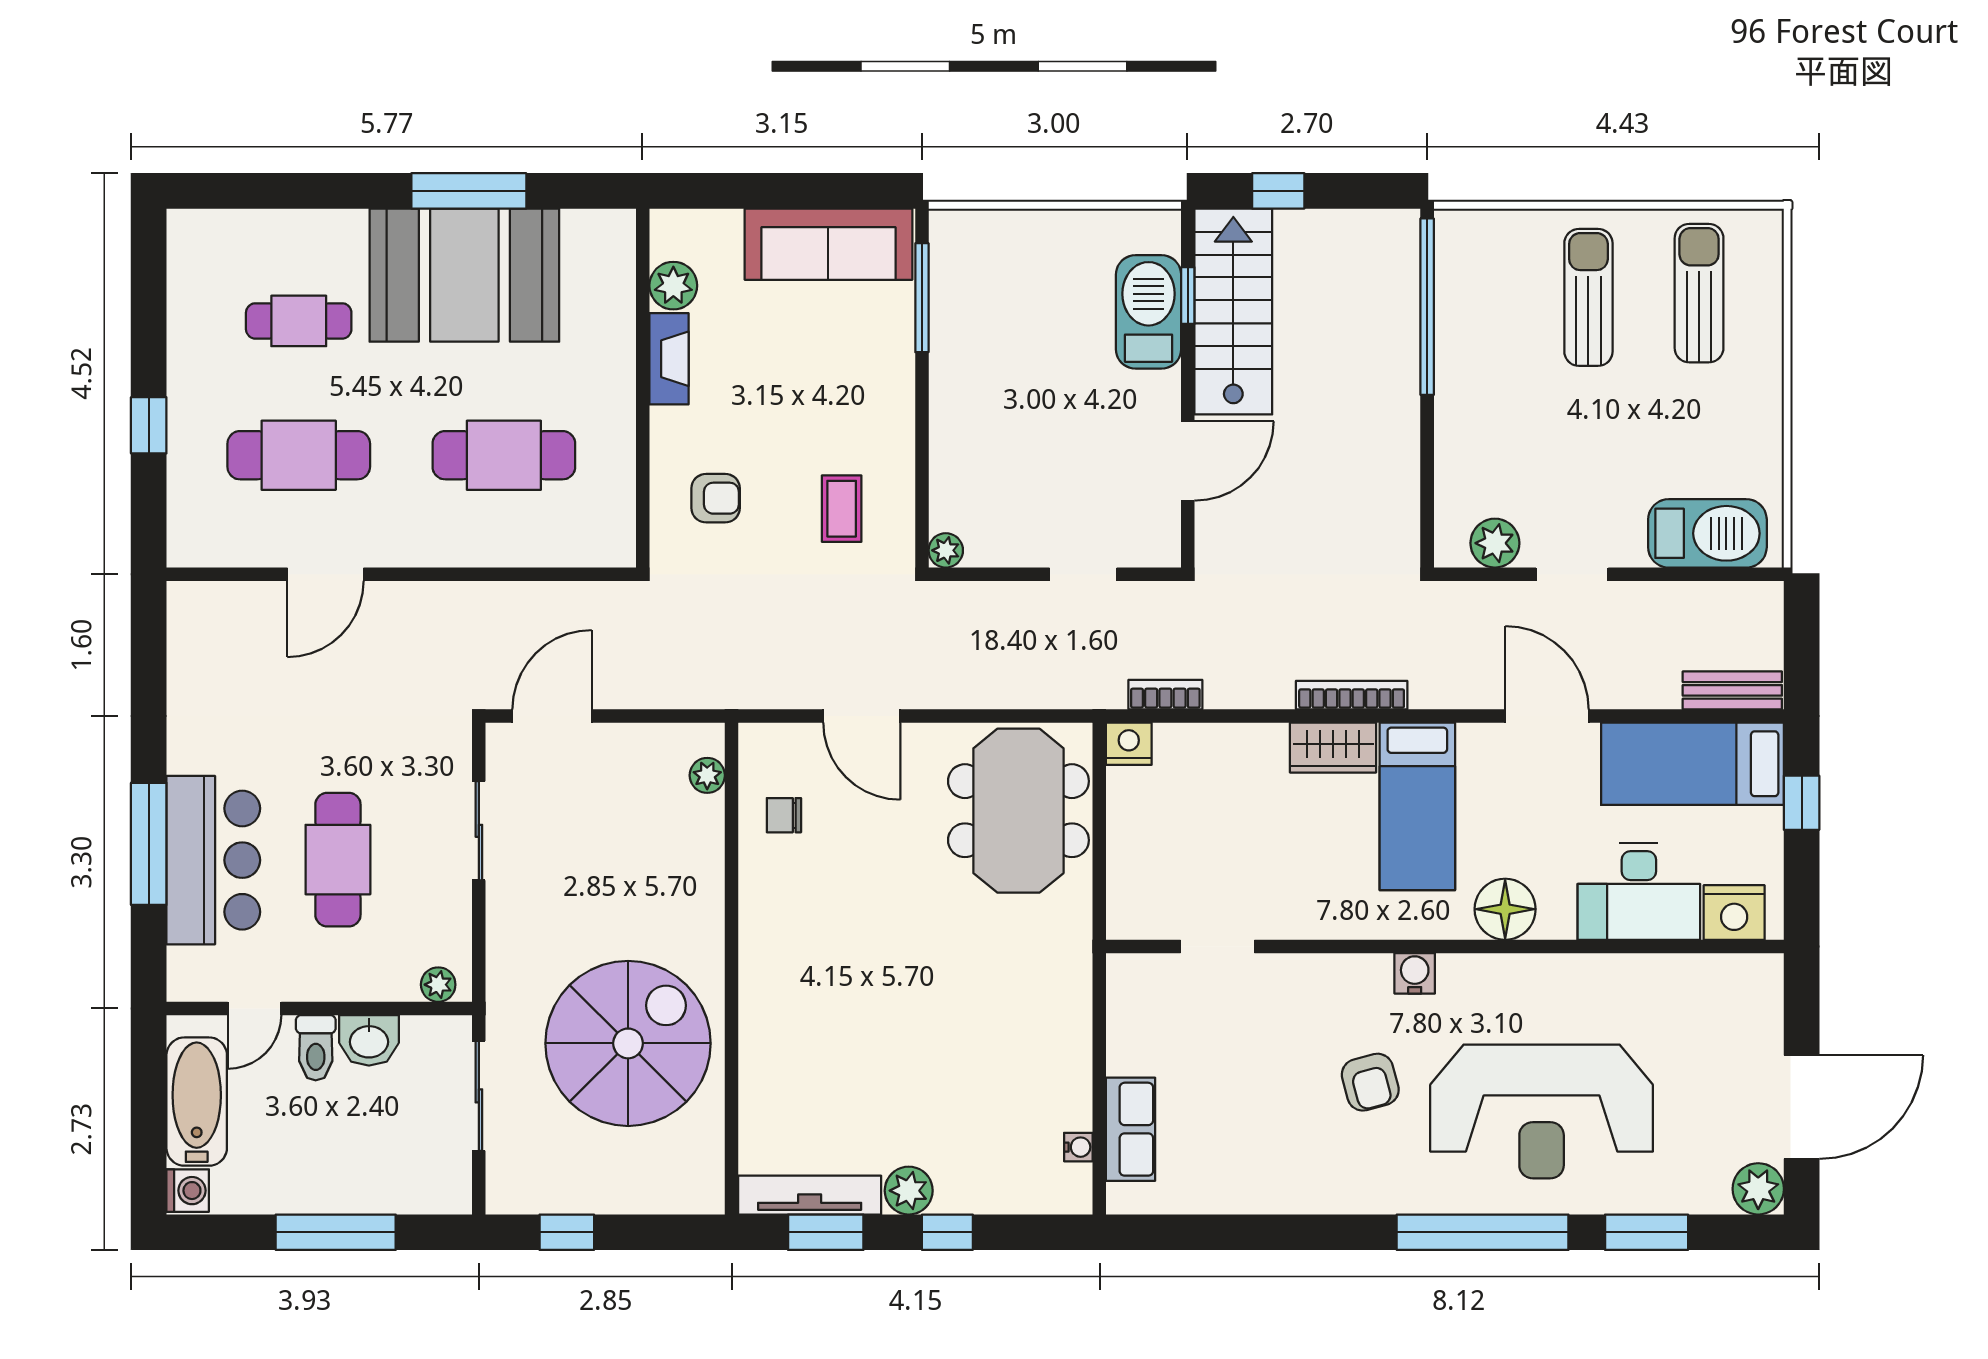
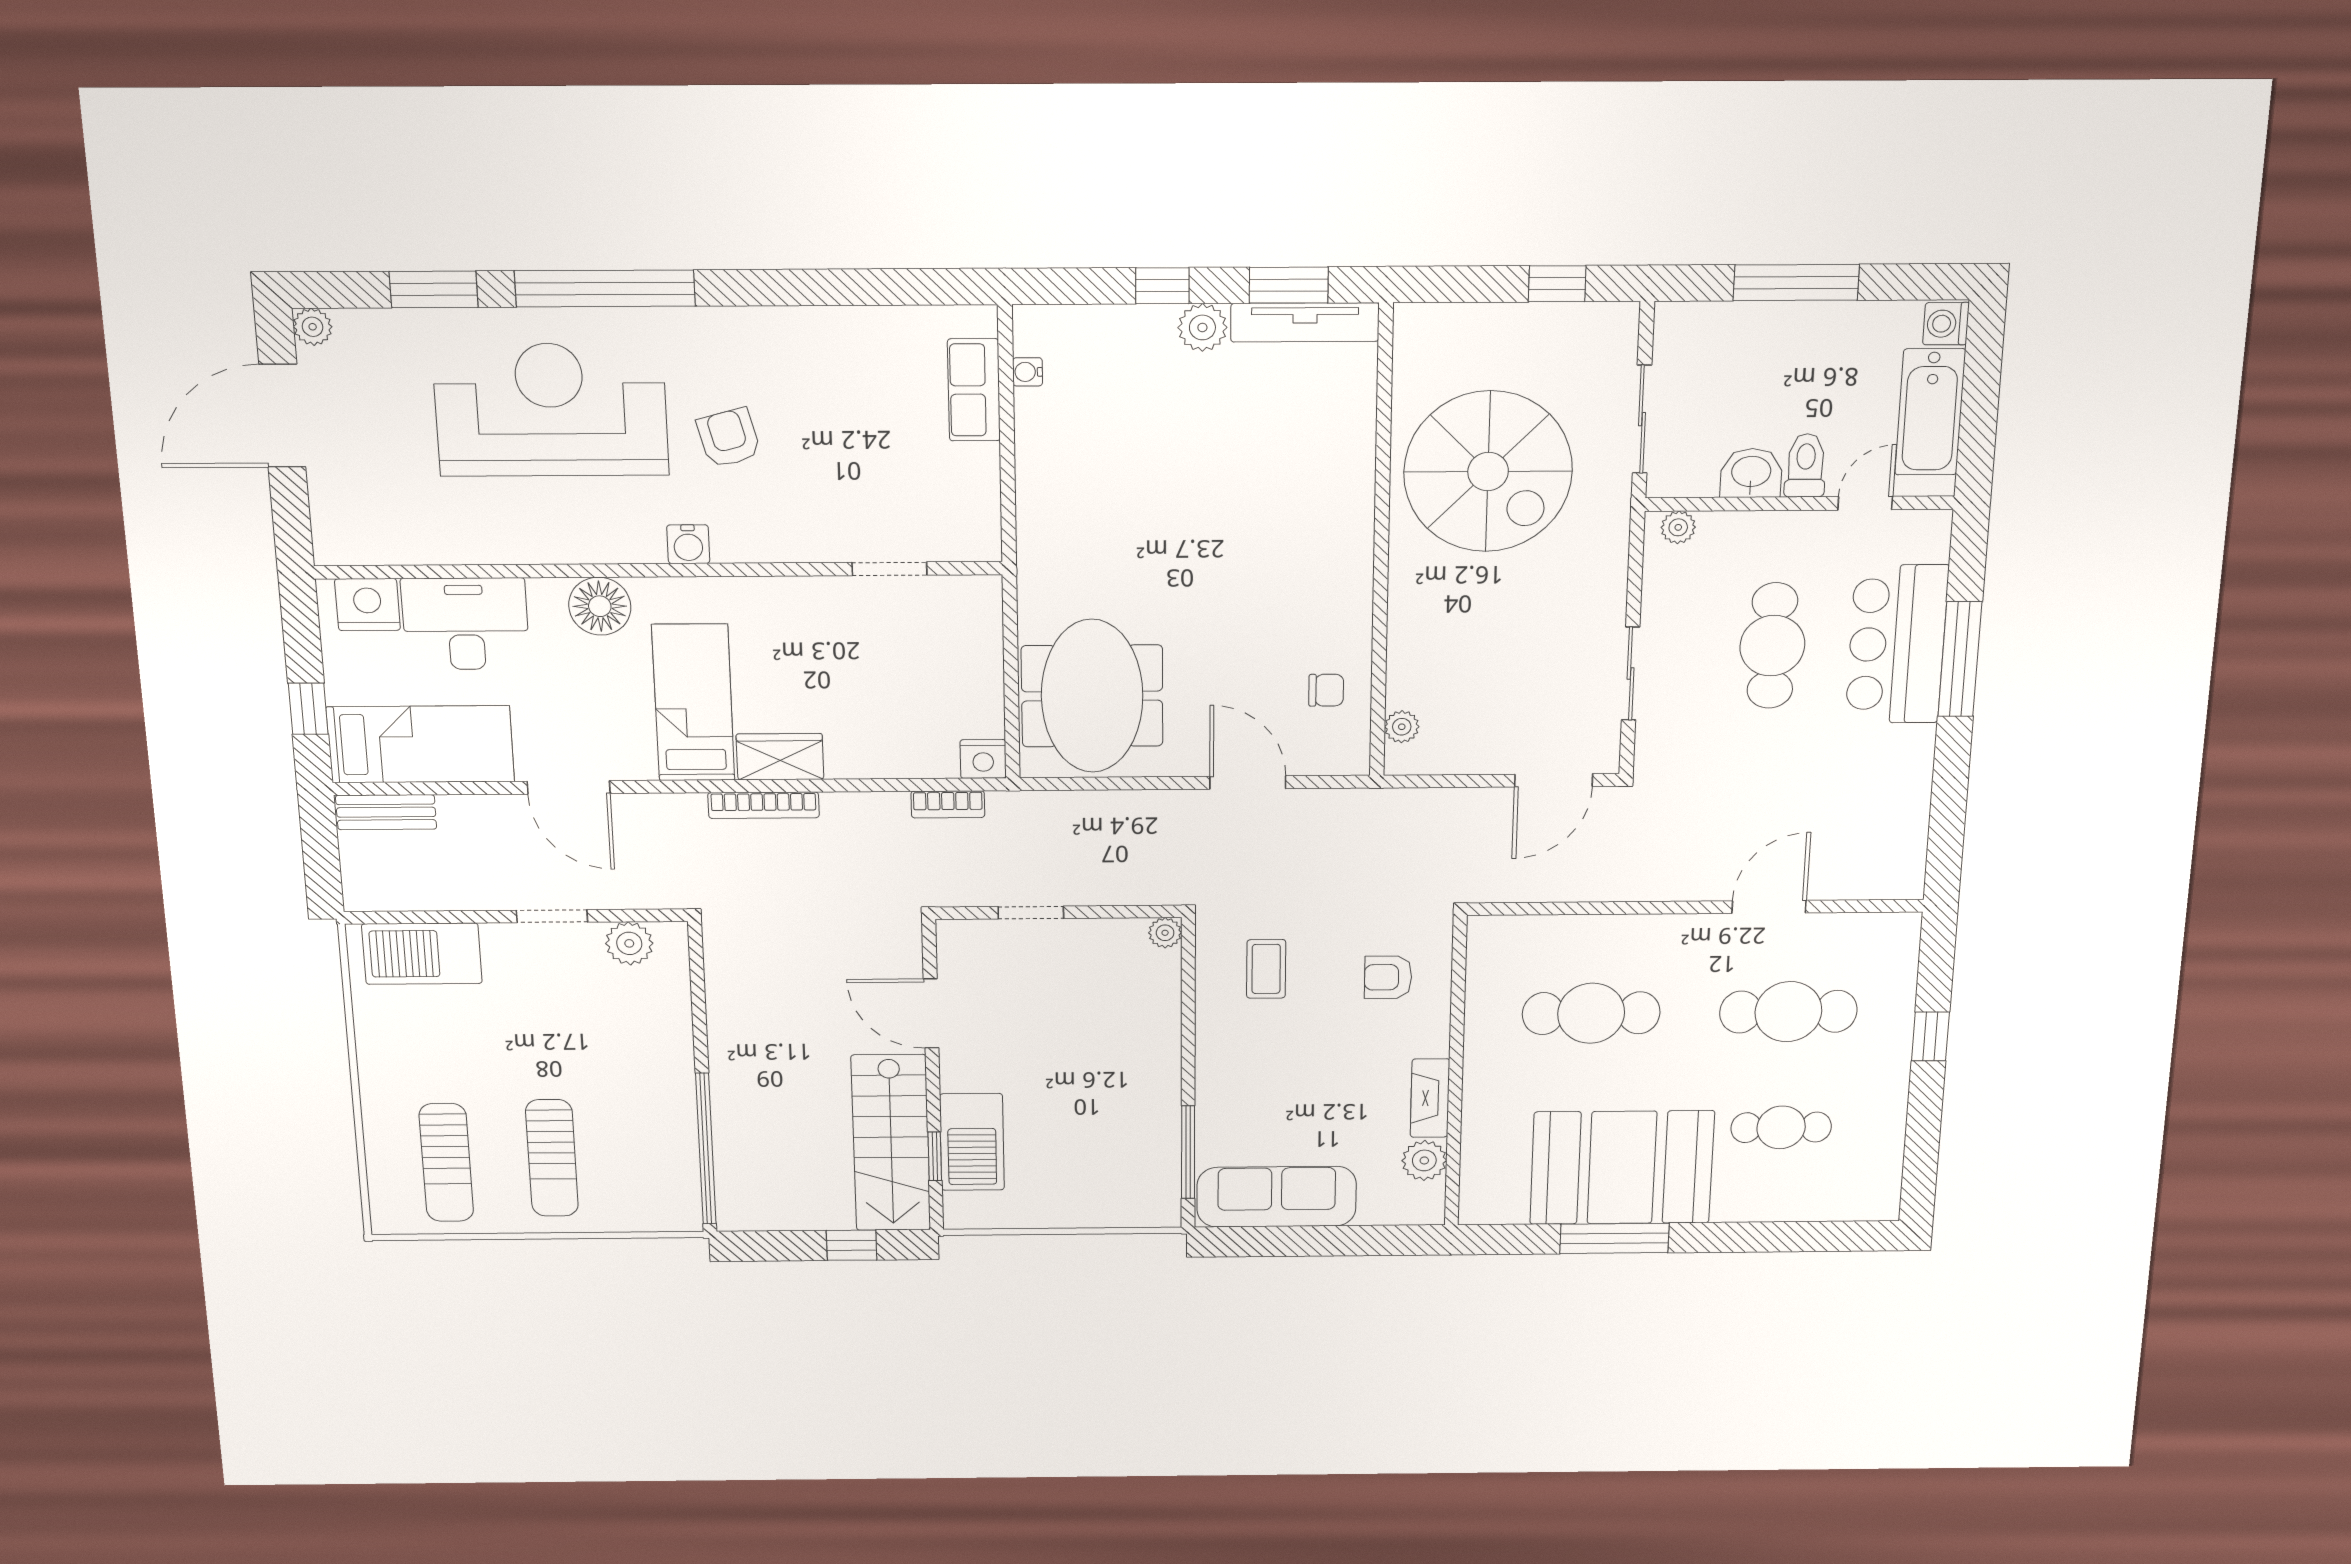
door: (1188, 461) -> (931, 1013), hinge flipped
spiral stairs: (628, 1043) -> (1488, 471), turned -90
plant: (1758, 1189) -> (313, 327), width x0.73, depth x0.73

